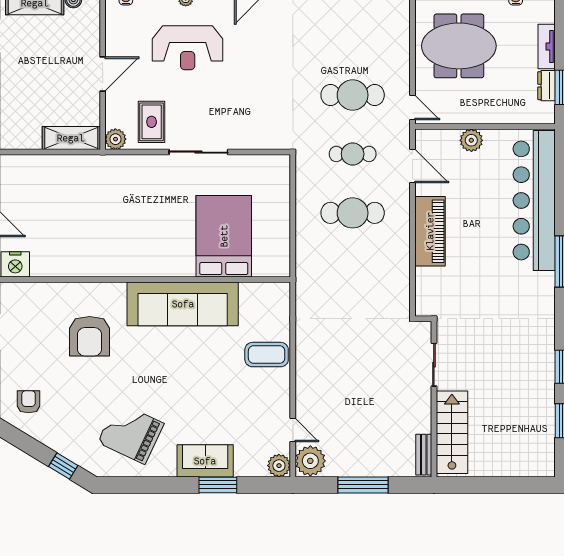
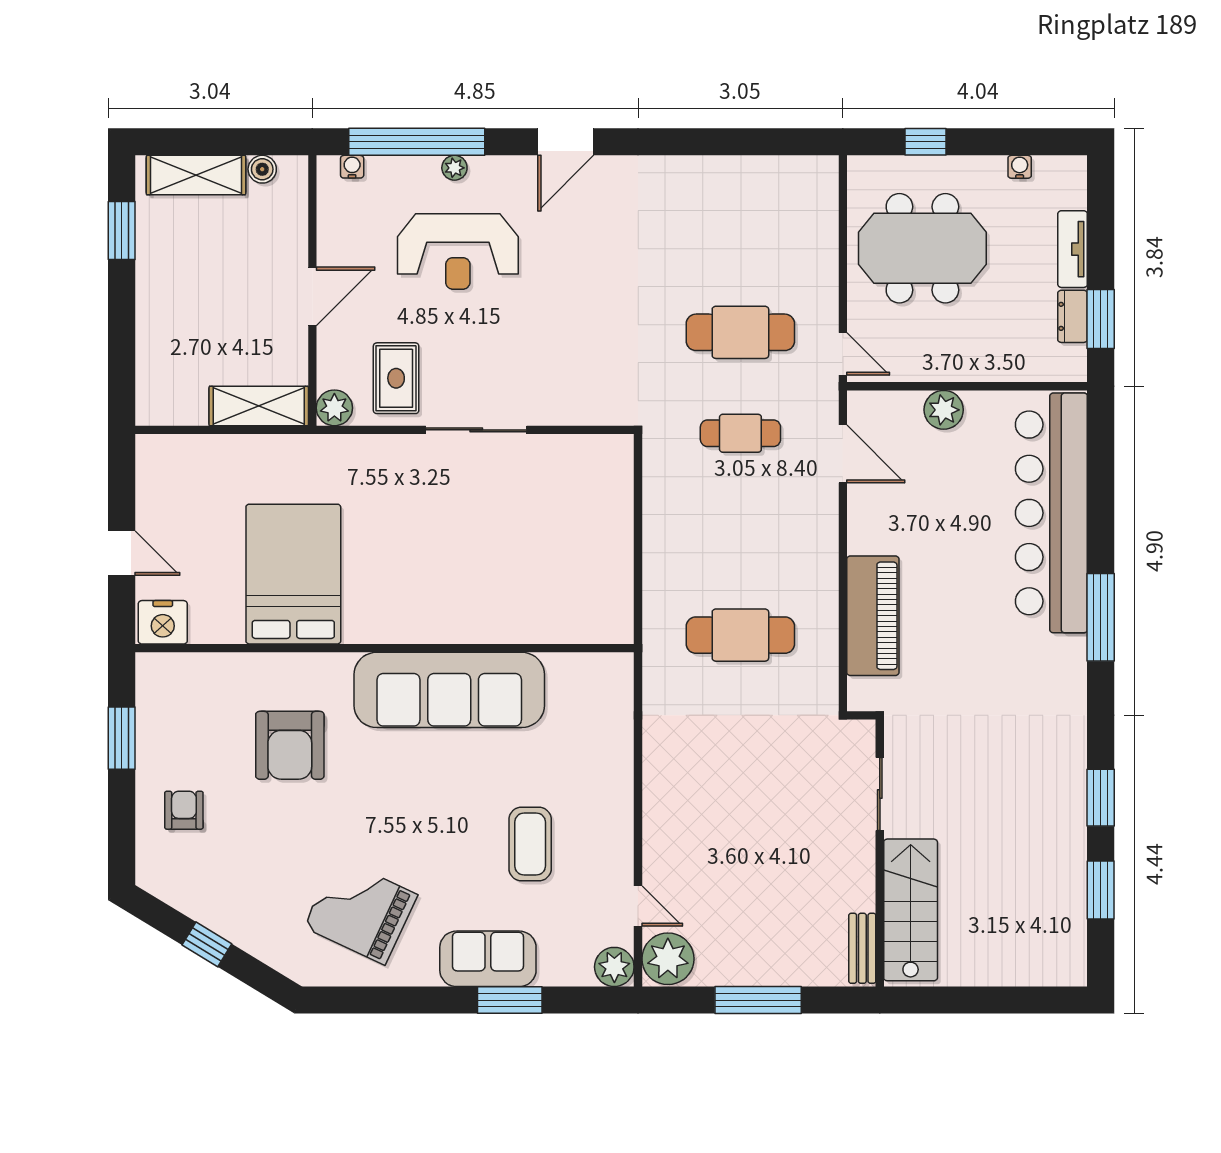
cafe table: (353, 213) -> (740, 635), moved
piano: (430, 231) -> (873, 616), moved
bed: (224, 236) -> (293, 574), moved
coffee table: (267, 355) -> (530, 844), moved, turned 90
armchair: (29, 402) -> (184, 810), moved
window: (63, 466) -> (207, 944), moved

